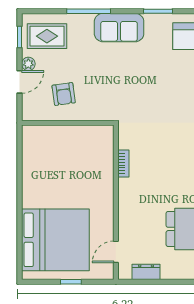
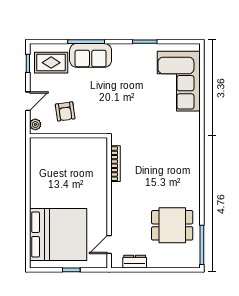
sofa: (119, 28) -> (91, 55), moved
plant: (28, 64) -> (35, 124), moved
bookcase: (123, 164) -> (116, 164), width x1.56

